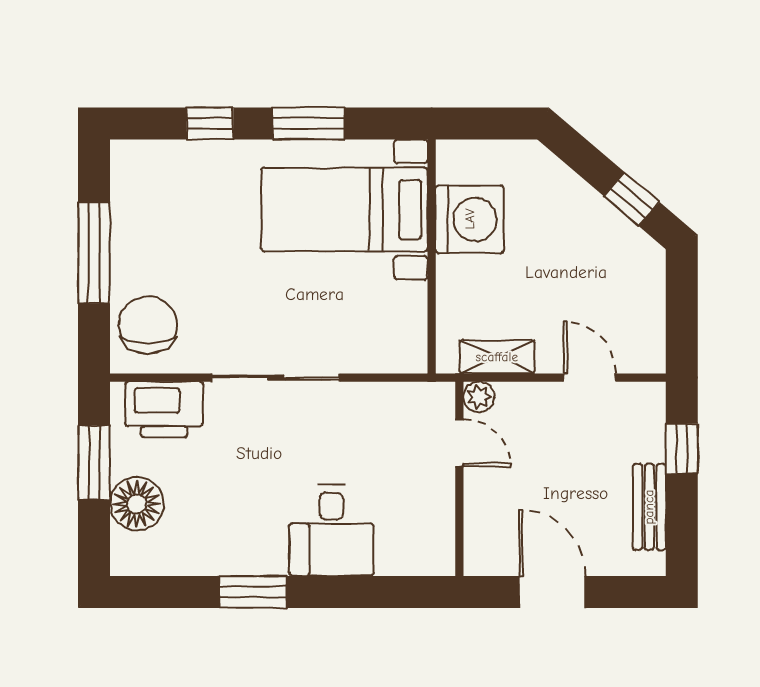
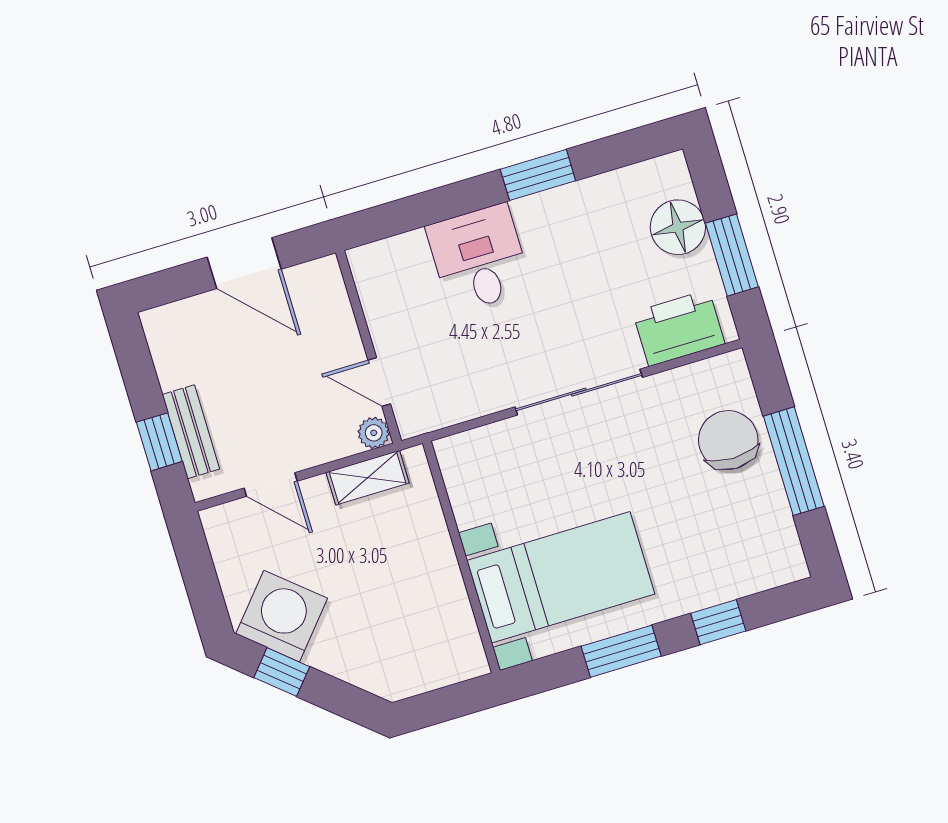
washing machine: (470, 219) -> (282, 616), moved, turned 131
chair: (148, 325) -> (728, 440), moved, turned 180
bench: (649, 507) -> (191, 432), moved

